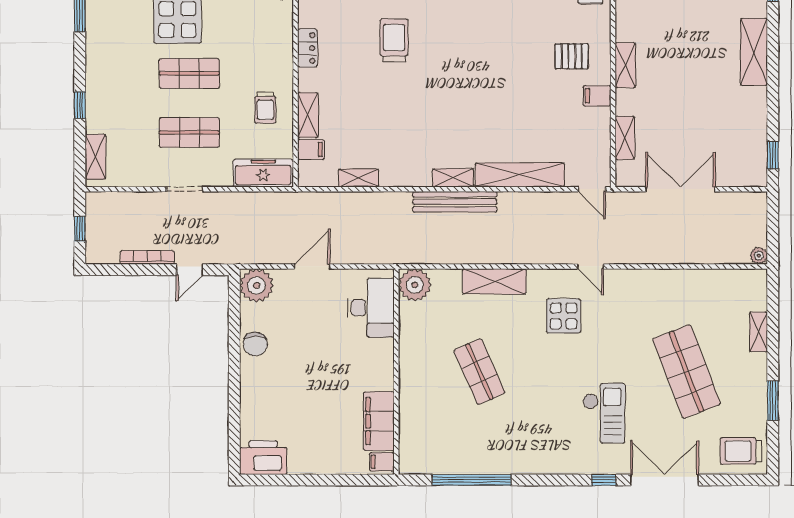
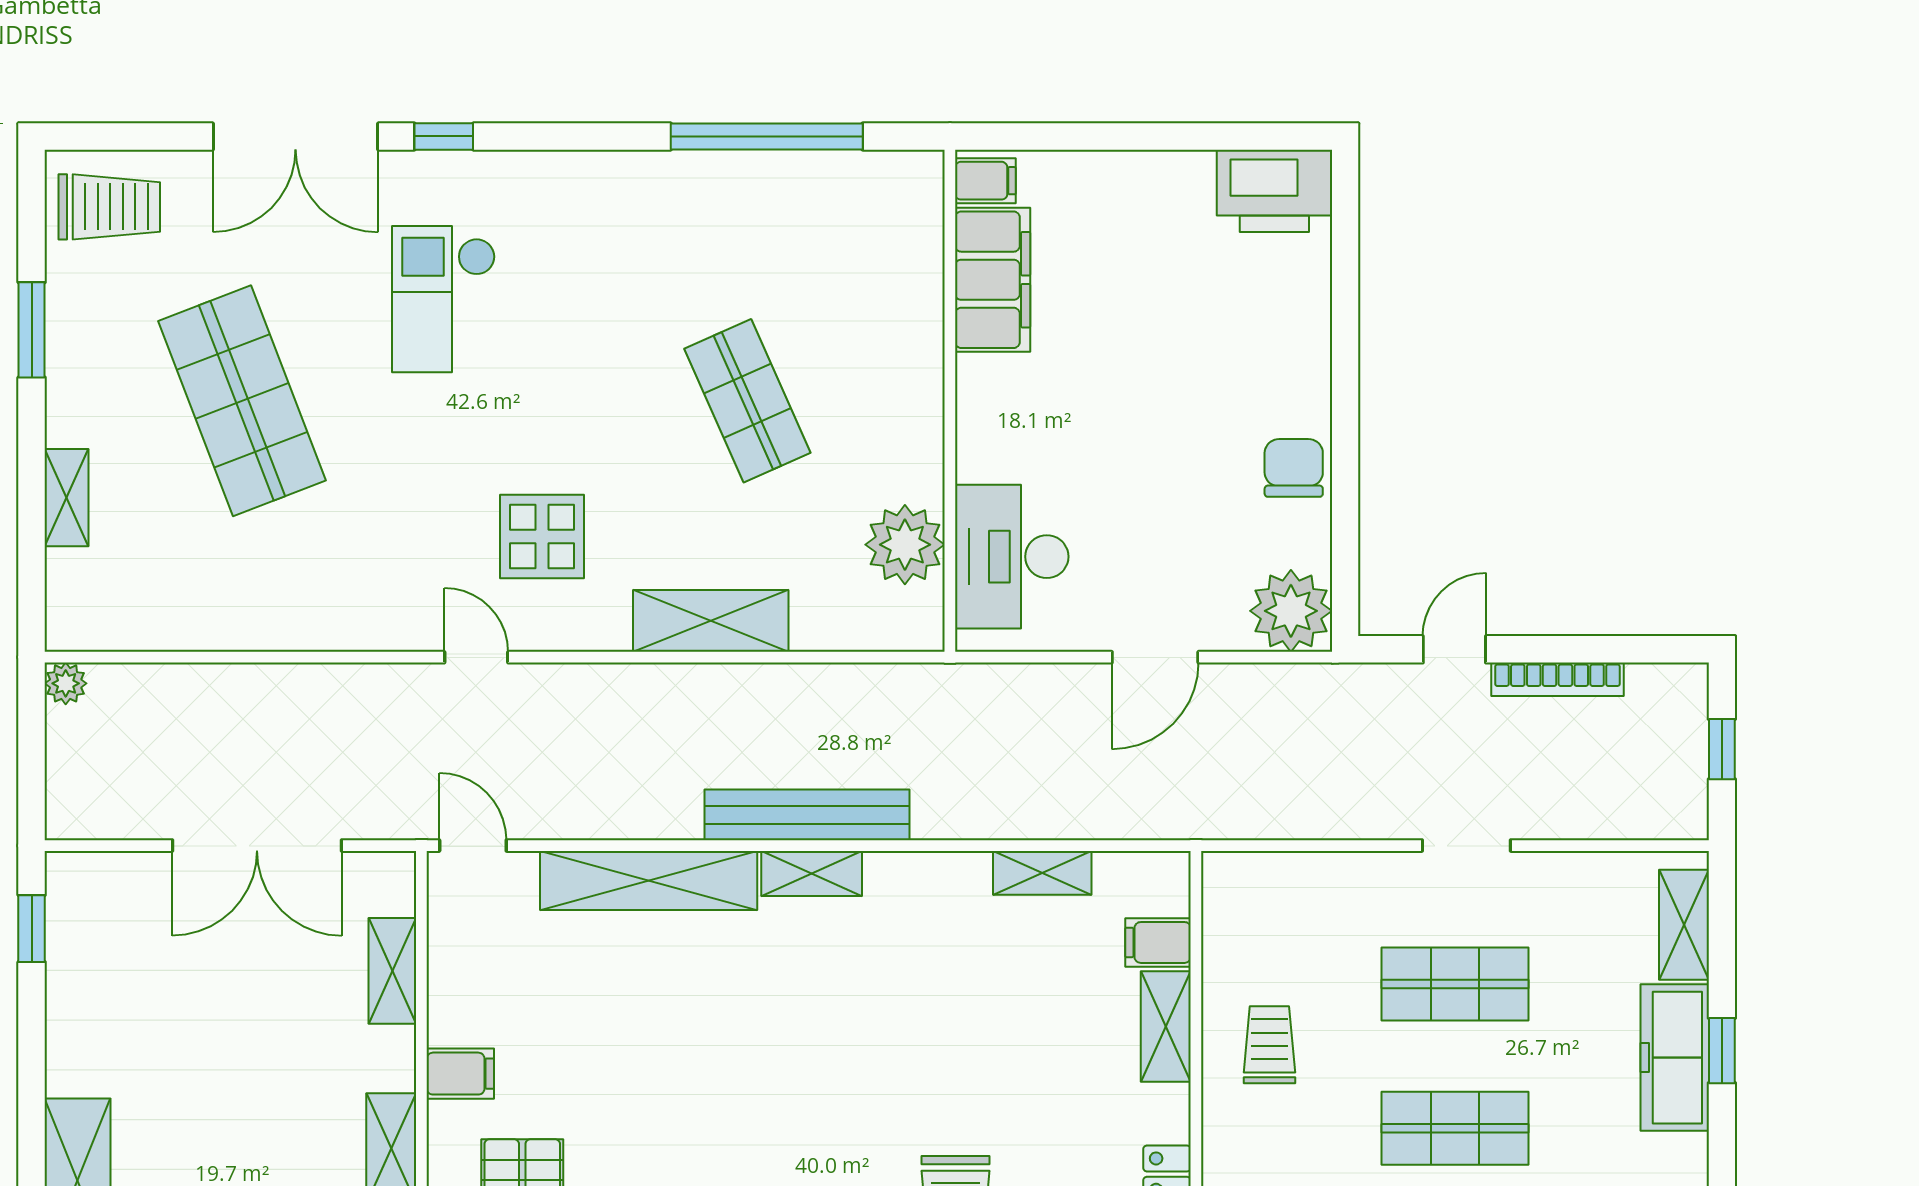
freezer: (263, 173) -> (1675, 1058), moved, turned 90
plant: (415, 285) -> (905, 545), moved

